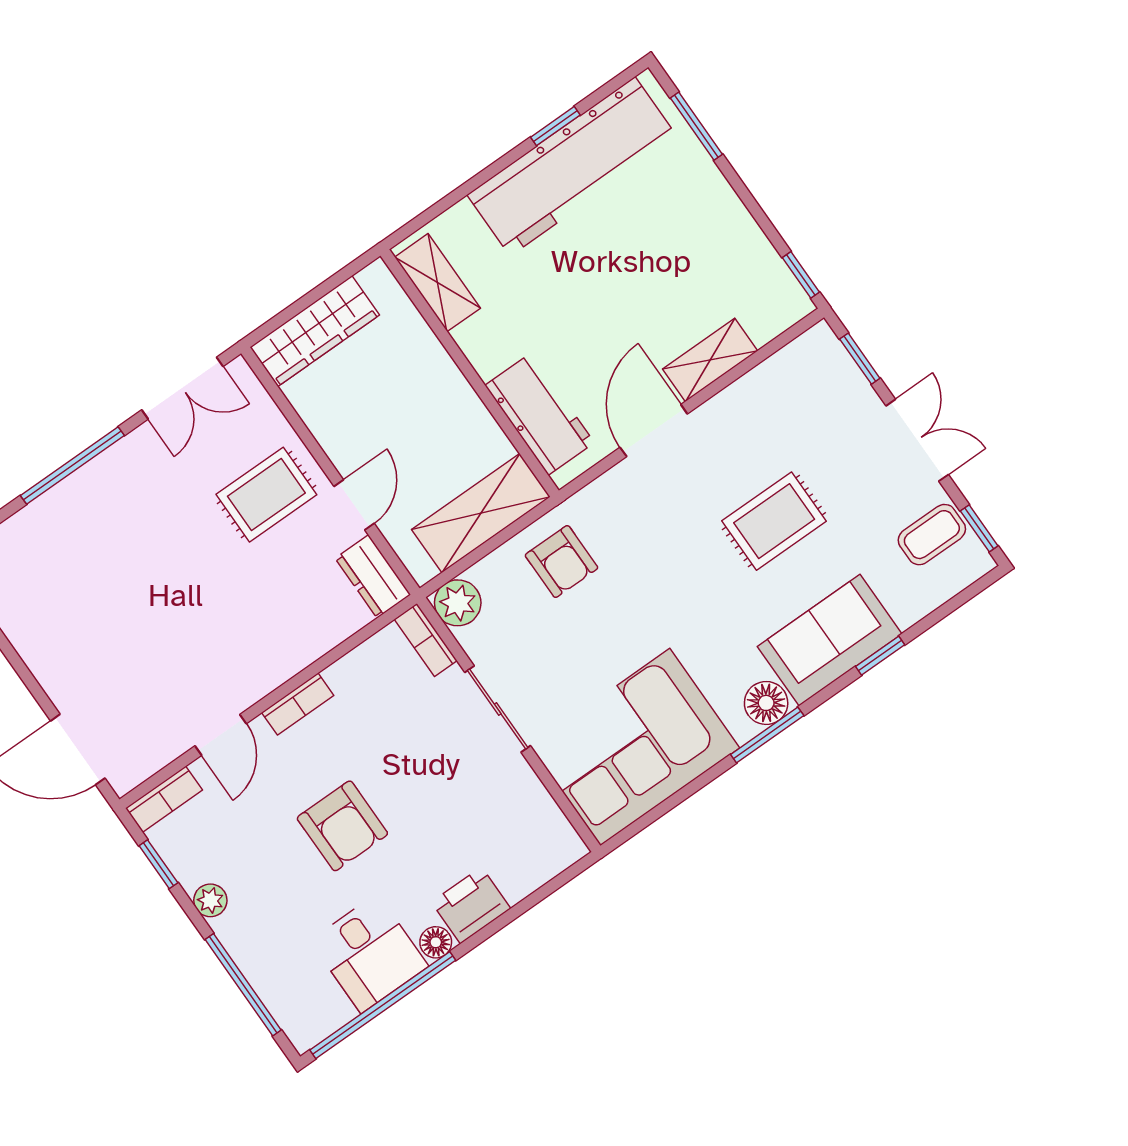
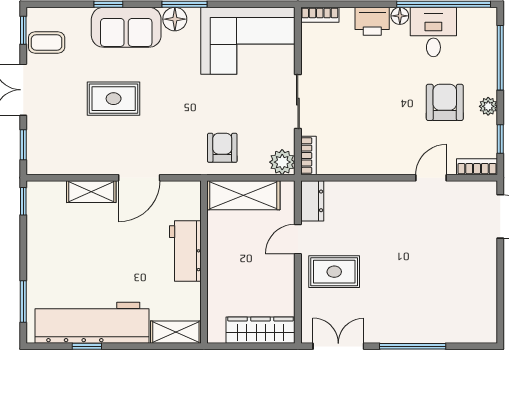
shelving: (438, 283) -> (176, 332), moved, turned 90
workbench: (540, 414) -> (185, 251), moved
bookcase: (298, 704) -> (320, 15), moved, turned 180
armchair: (342, 826) -> (445, 102), moved

